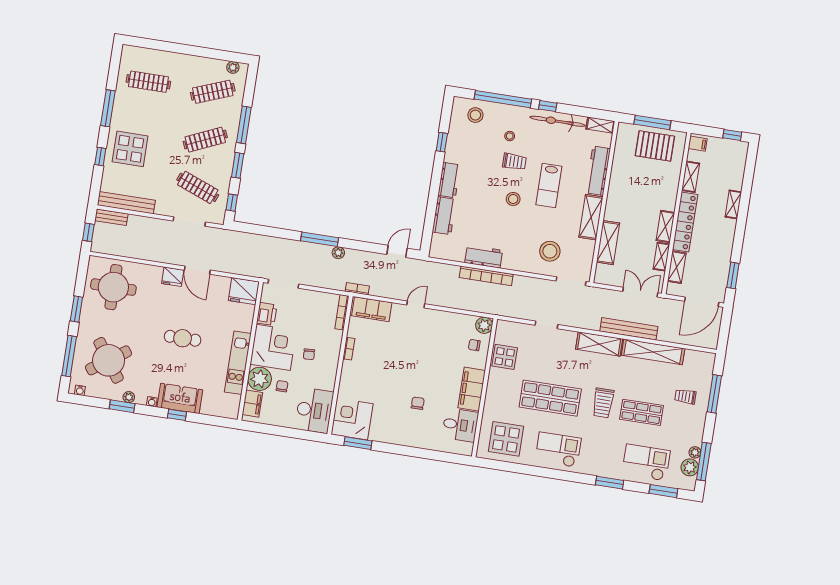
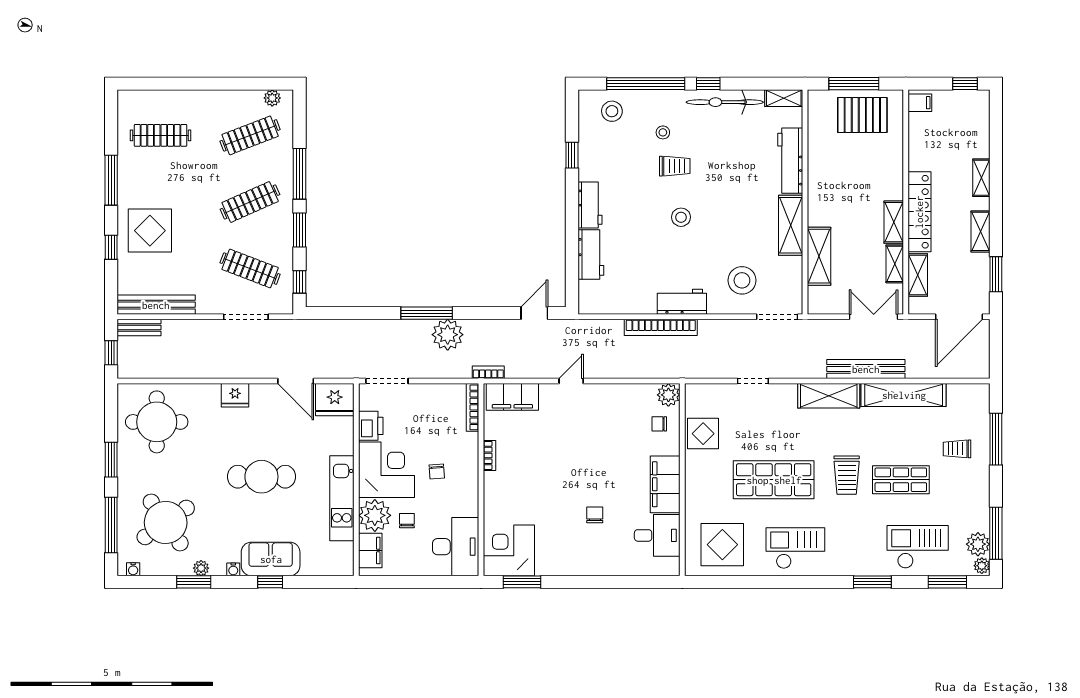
shelving: (691, 177) -> (981, 231), moved
lab bench: (549, 185) -> (727, 191), removed
plant: (338, 253) -> (448, 335), width x1.87, depth x1.87
workbench: (484, 257) -> (682, 302), moved
door: (197, 270) -> (296, 381), moved
cafe table: (183, 338) -> (261, 477), width x1.37, depth x1.35
plant: (695, 452) -> (982, 566), moved

